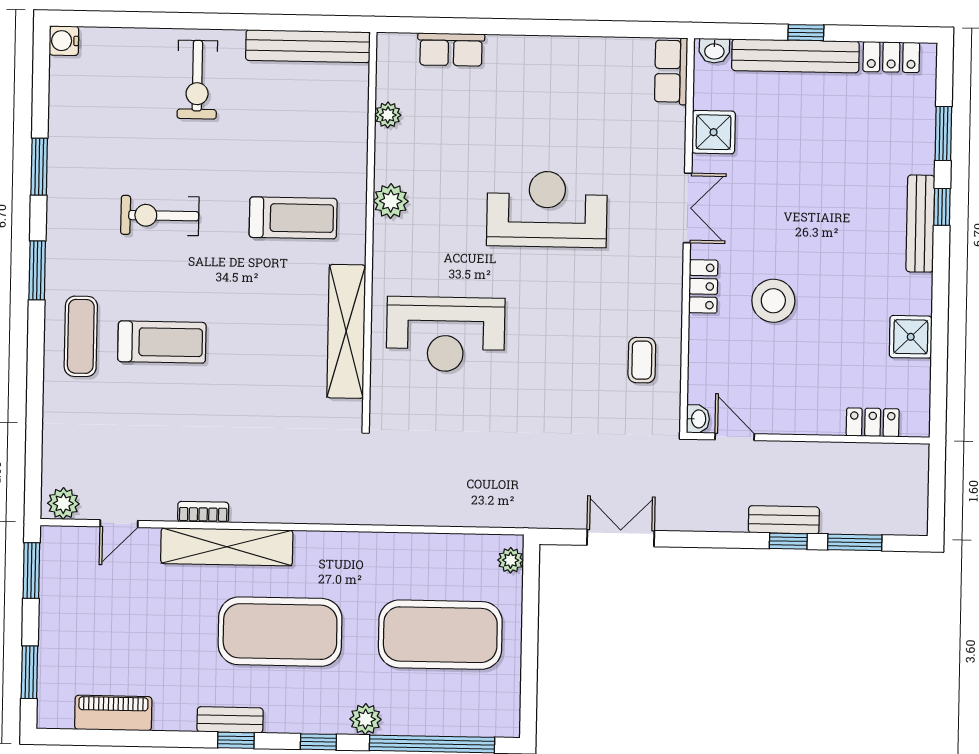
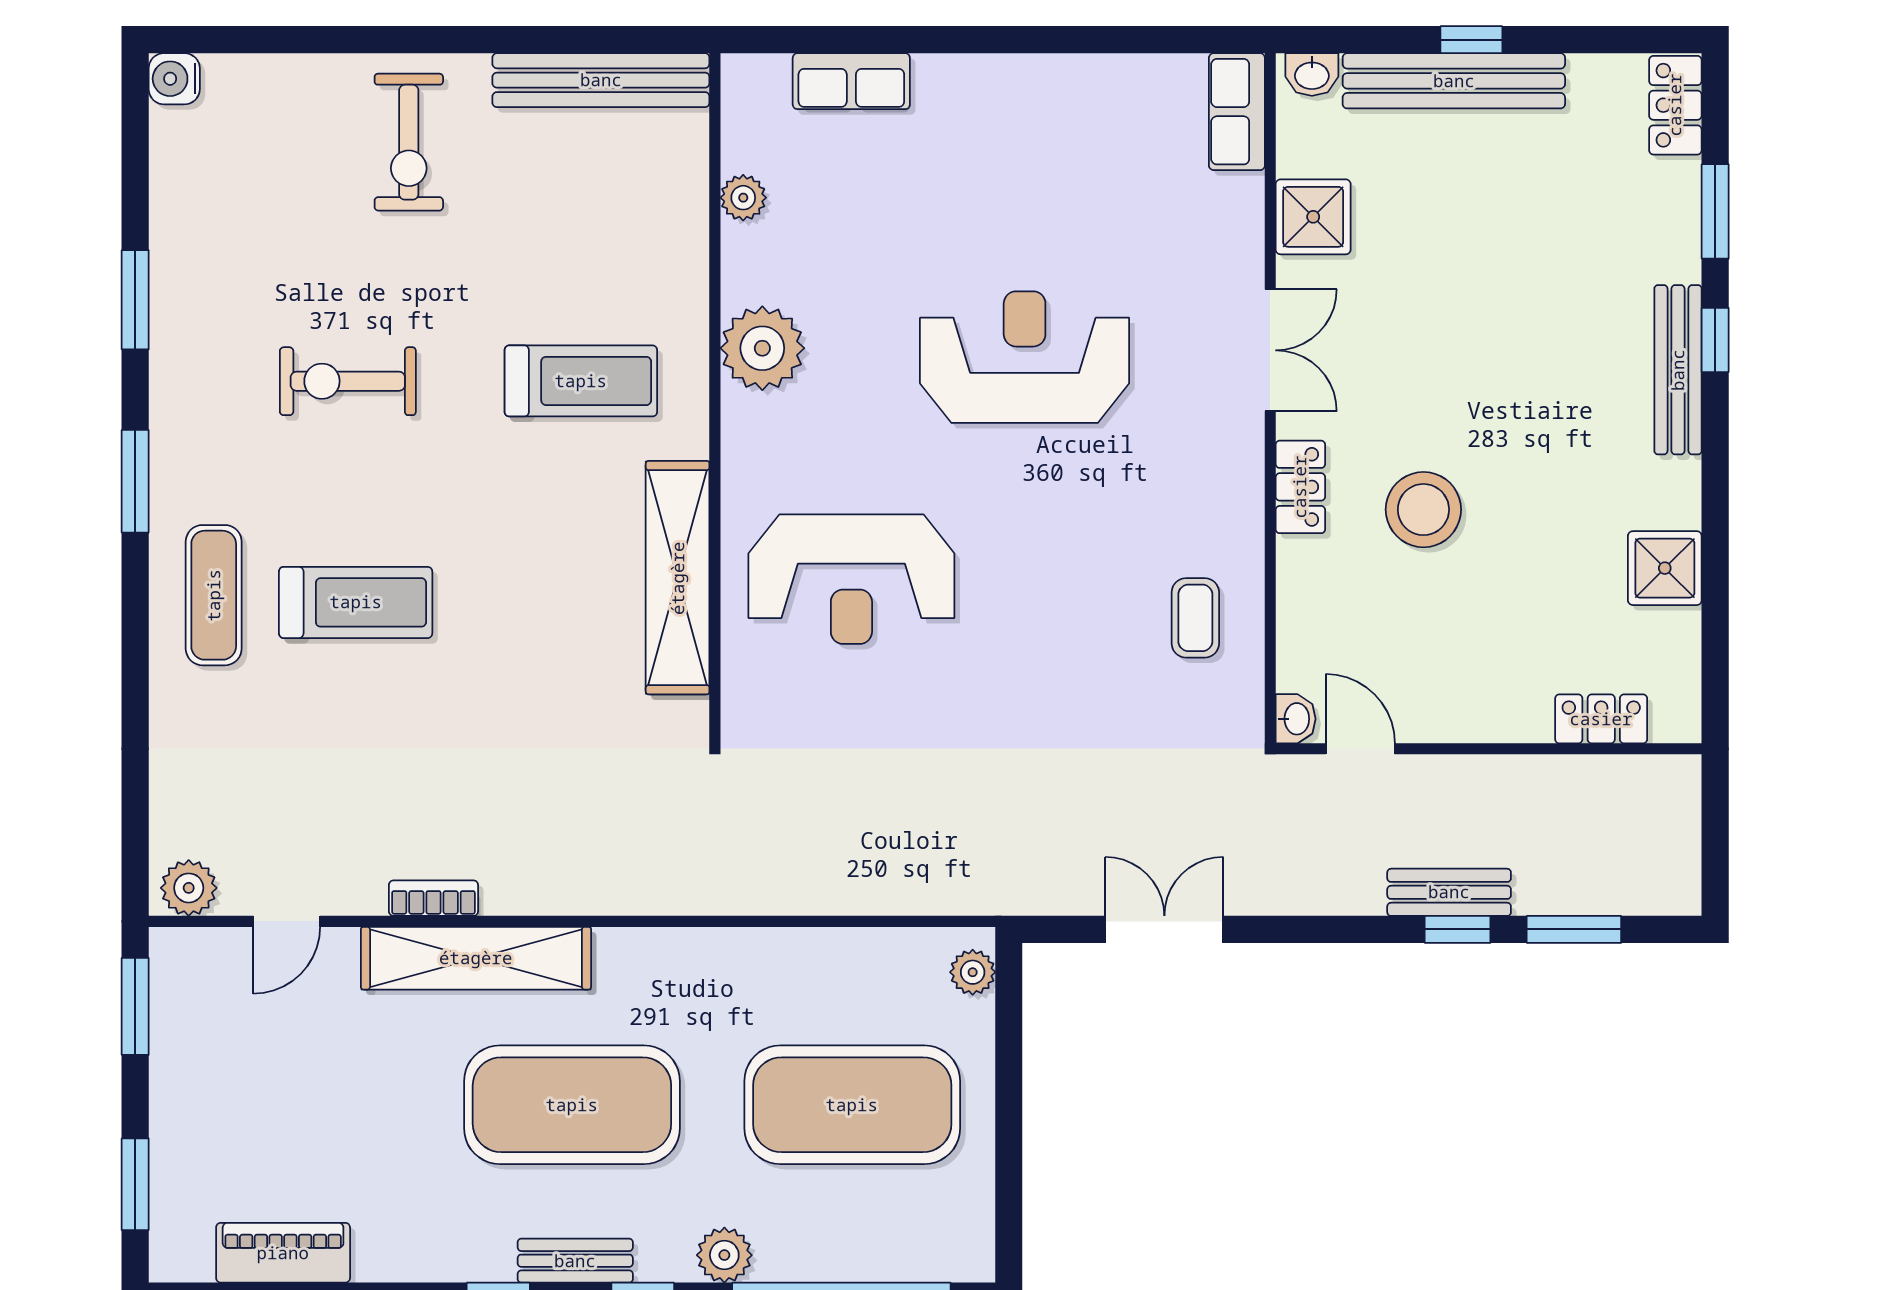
locker: (891, 57) -> (1675, 105), moved, turned 90
plant: (391, 201) -> (762, 348), width x1.36, depth x1.36
bench: (230, 720) -> (575, 1261), moved

